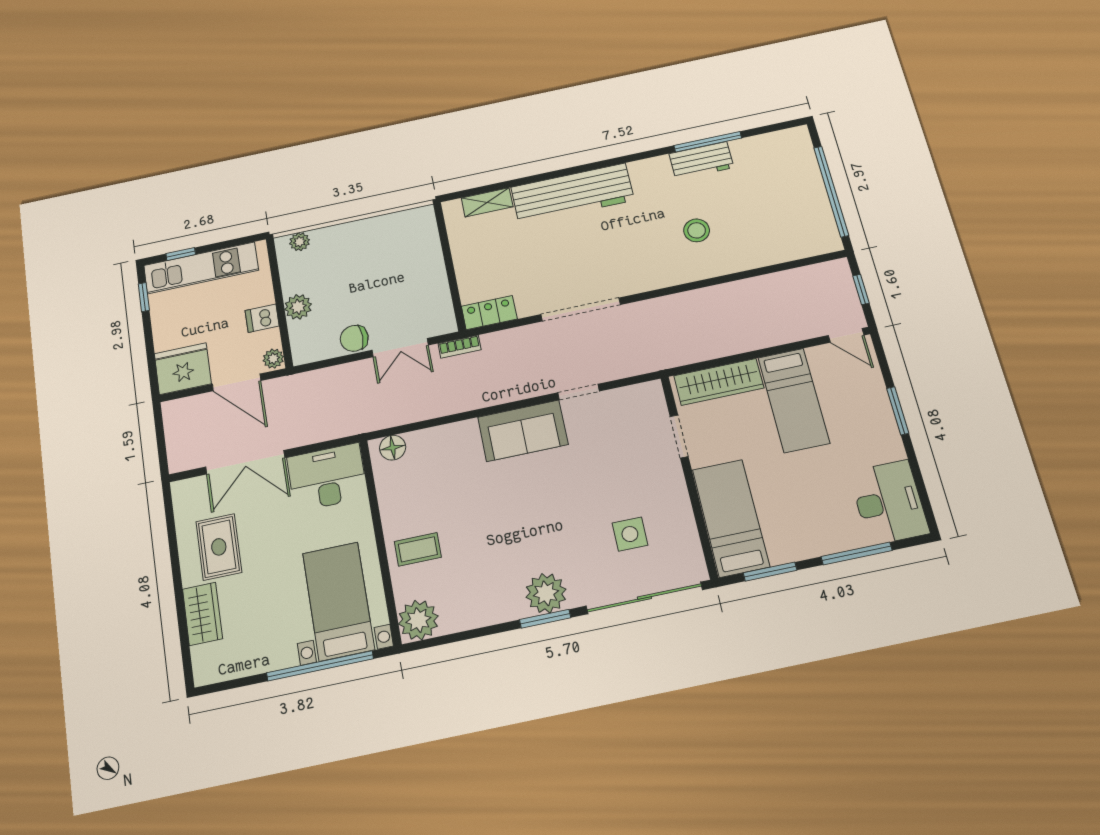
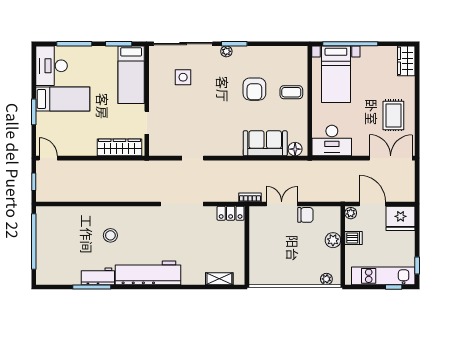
workbench: (572, 194) -> (148, 273), moved
bed: (794, 400) -> (63, 99), moved, turned 90
sofa: (523, 431) -> (265, 143), moved
double door: (245, 462) -> (391, 158), moved
armchair: (489, 541) -> (254, 89), added
plant: (546, 593) -> (226, 51), width x0.53, depth x0.53
wardrobe: (202, 614) -> (406, 61), moved
plant: (418, 620) -> (297, 56), removed

